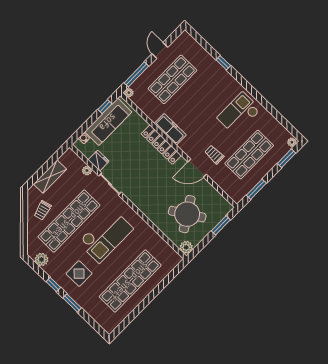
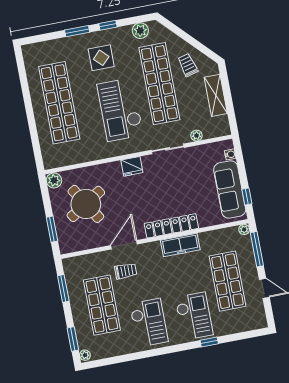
checkout: (213, 86) -> (194, 316), added
fridge: (99, 161) -> (132, 166), moved

